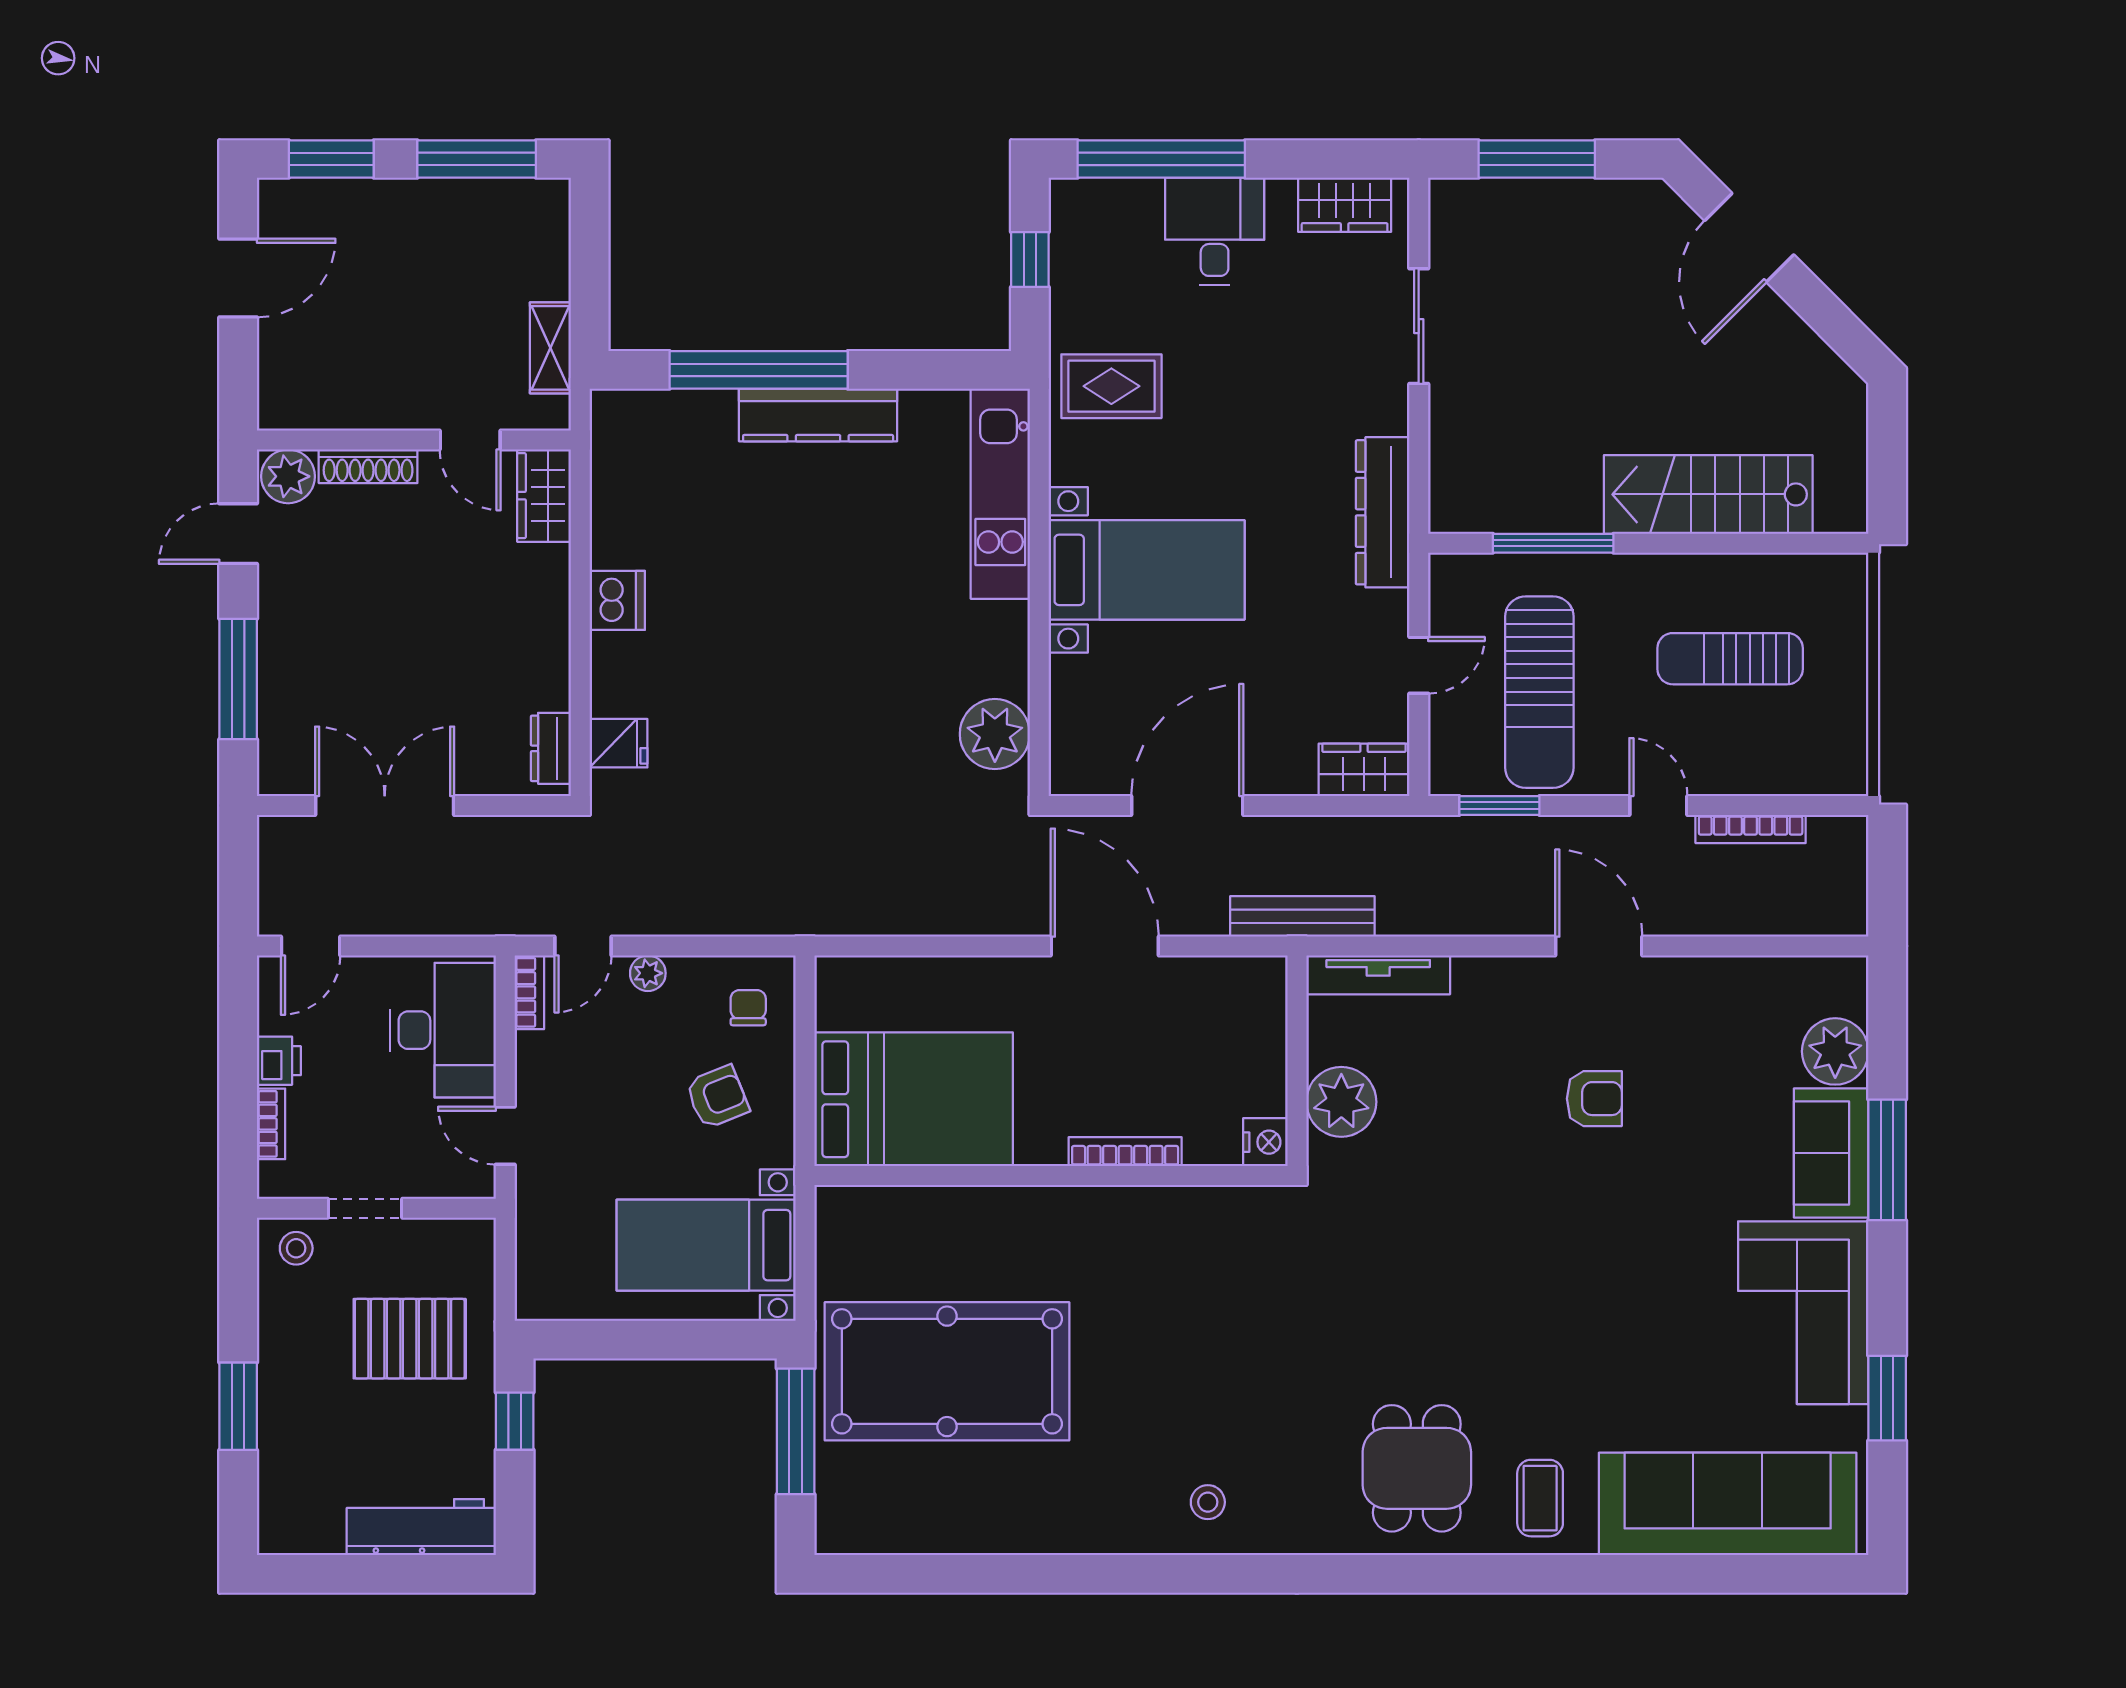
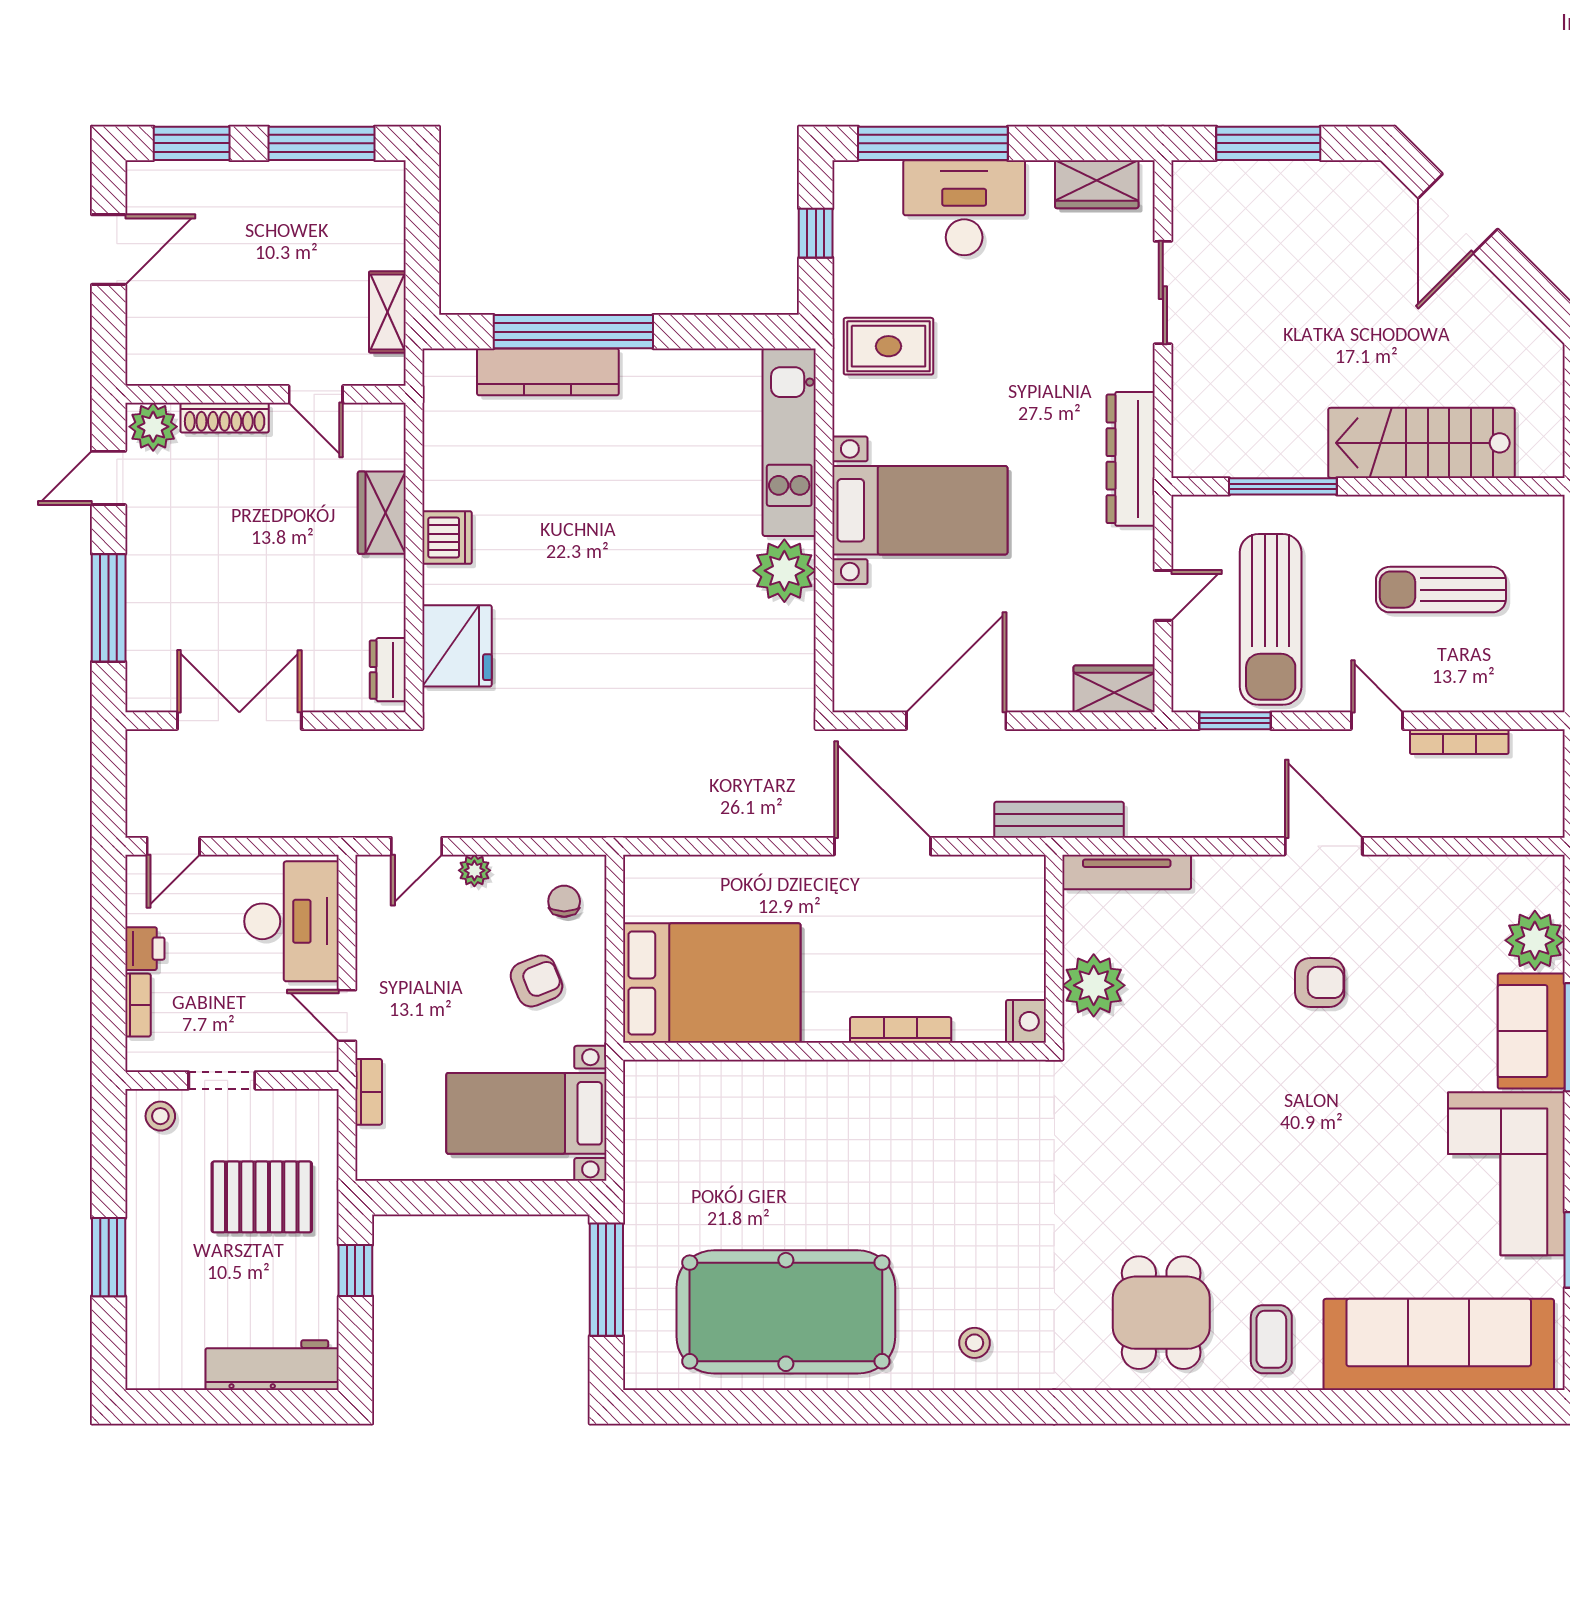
desk: (1215, 231) -> (964, 208), width x1.37
kitchen counter: (818, 415) -> (548, 372), moved
wardrobe: (544, 496) -> (382, 513), moved
plant: (995, 734) -> (784, 571), moved
fridge: (618, 743) -> (457, 646), width x1.88, depth x1.34
bookcase: (529, 992) -> (369, 1092), moved
pool table: (947, 1371) -> (786, 1312), moved

